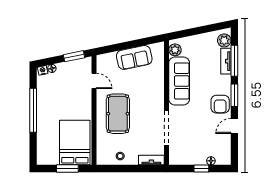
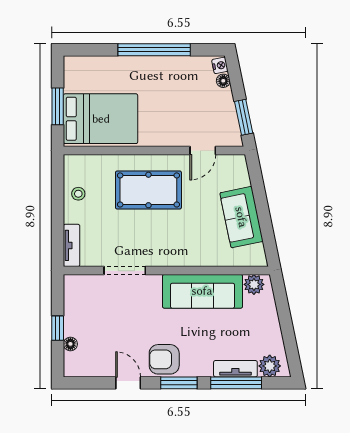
doorway: (167, 128) -> (125, 271), width x0.73

